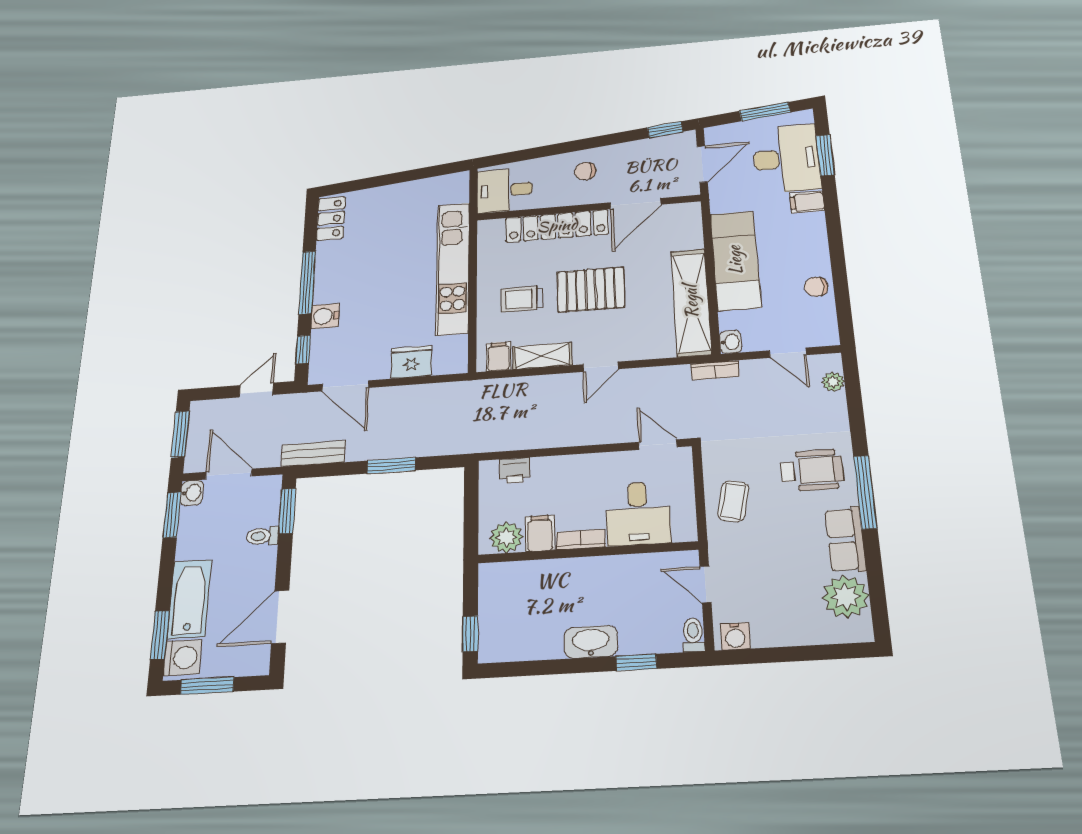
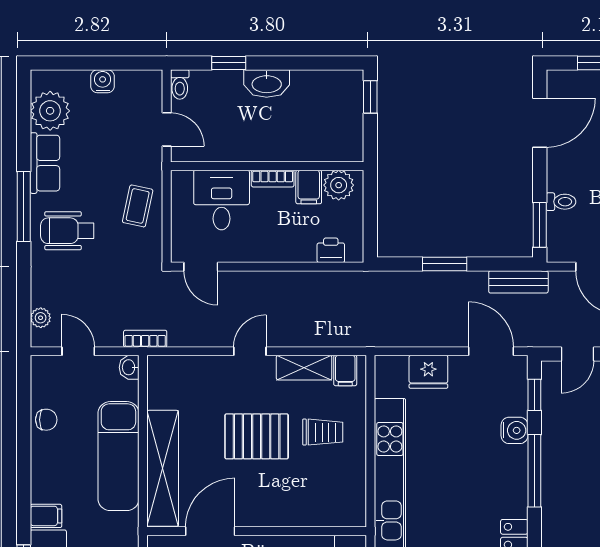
locker: (557, 226) -> (287, 513), removed
shelving: (691, 302) -> (163, 468), moved
water cooler: (735, 636) -> (103, 81), moved

